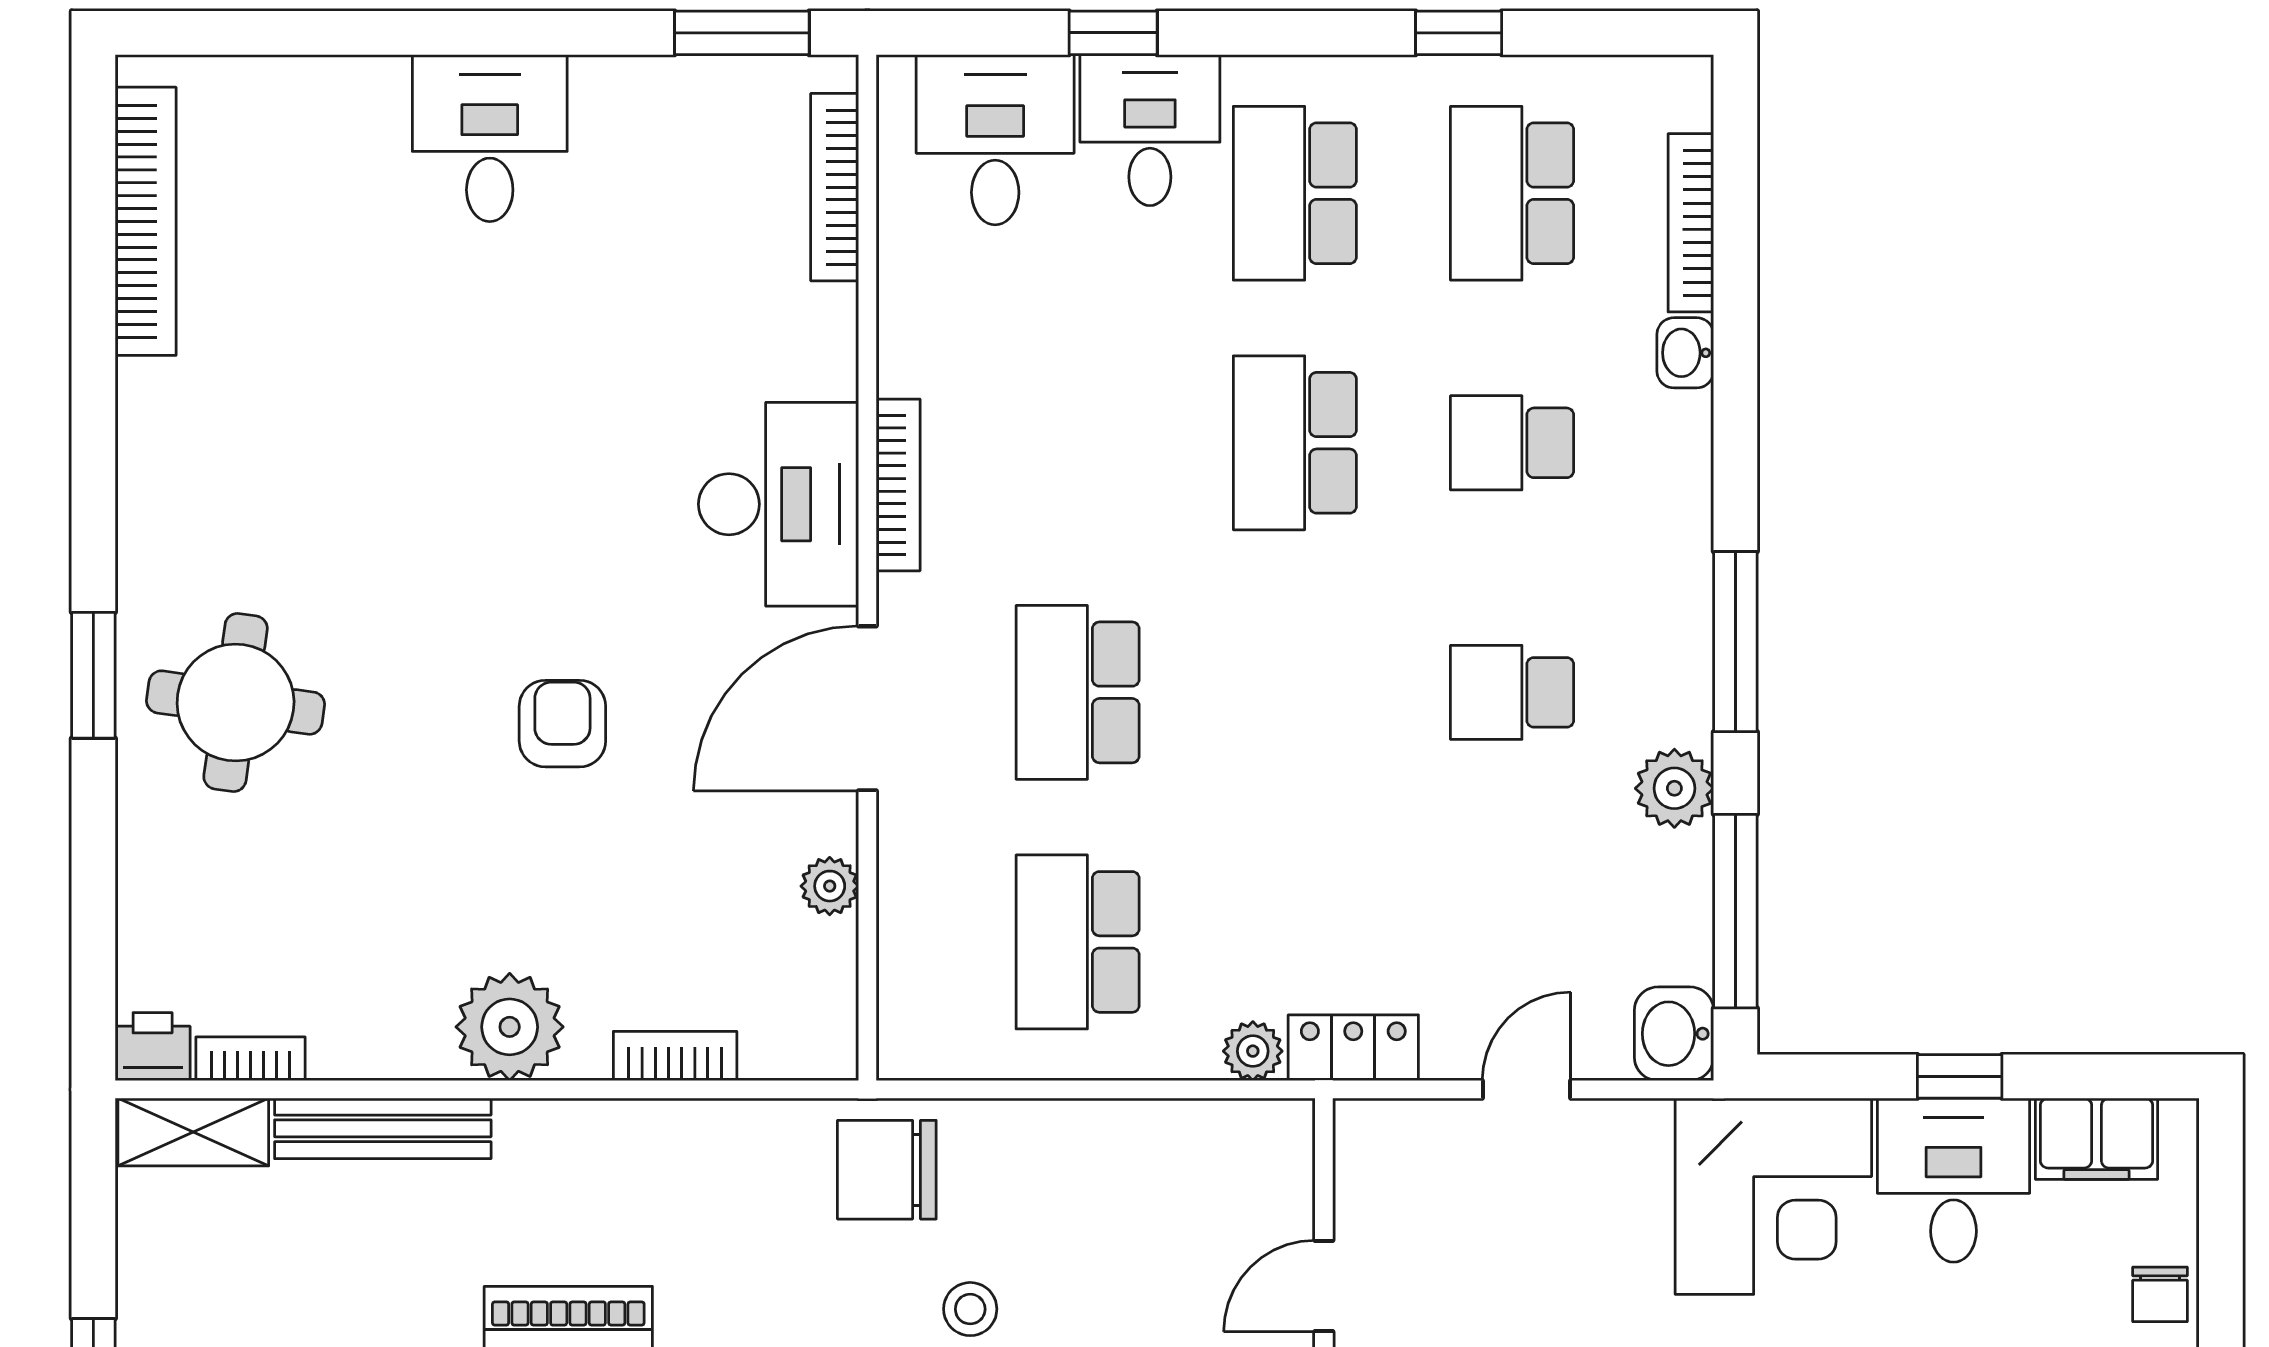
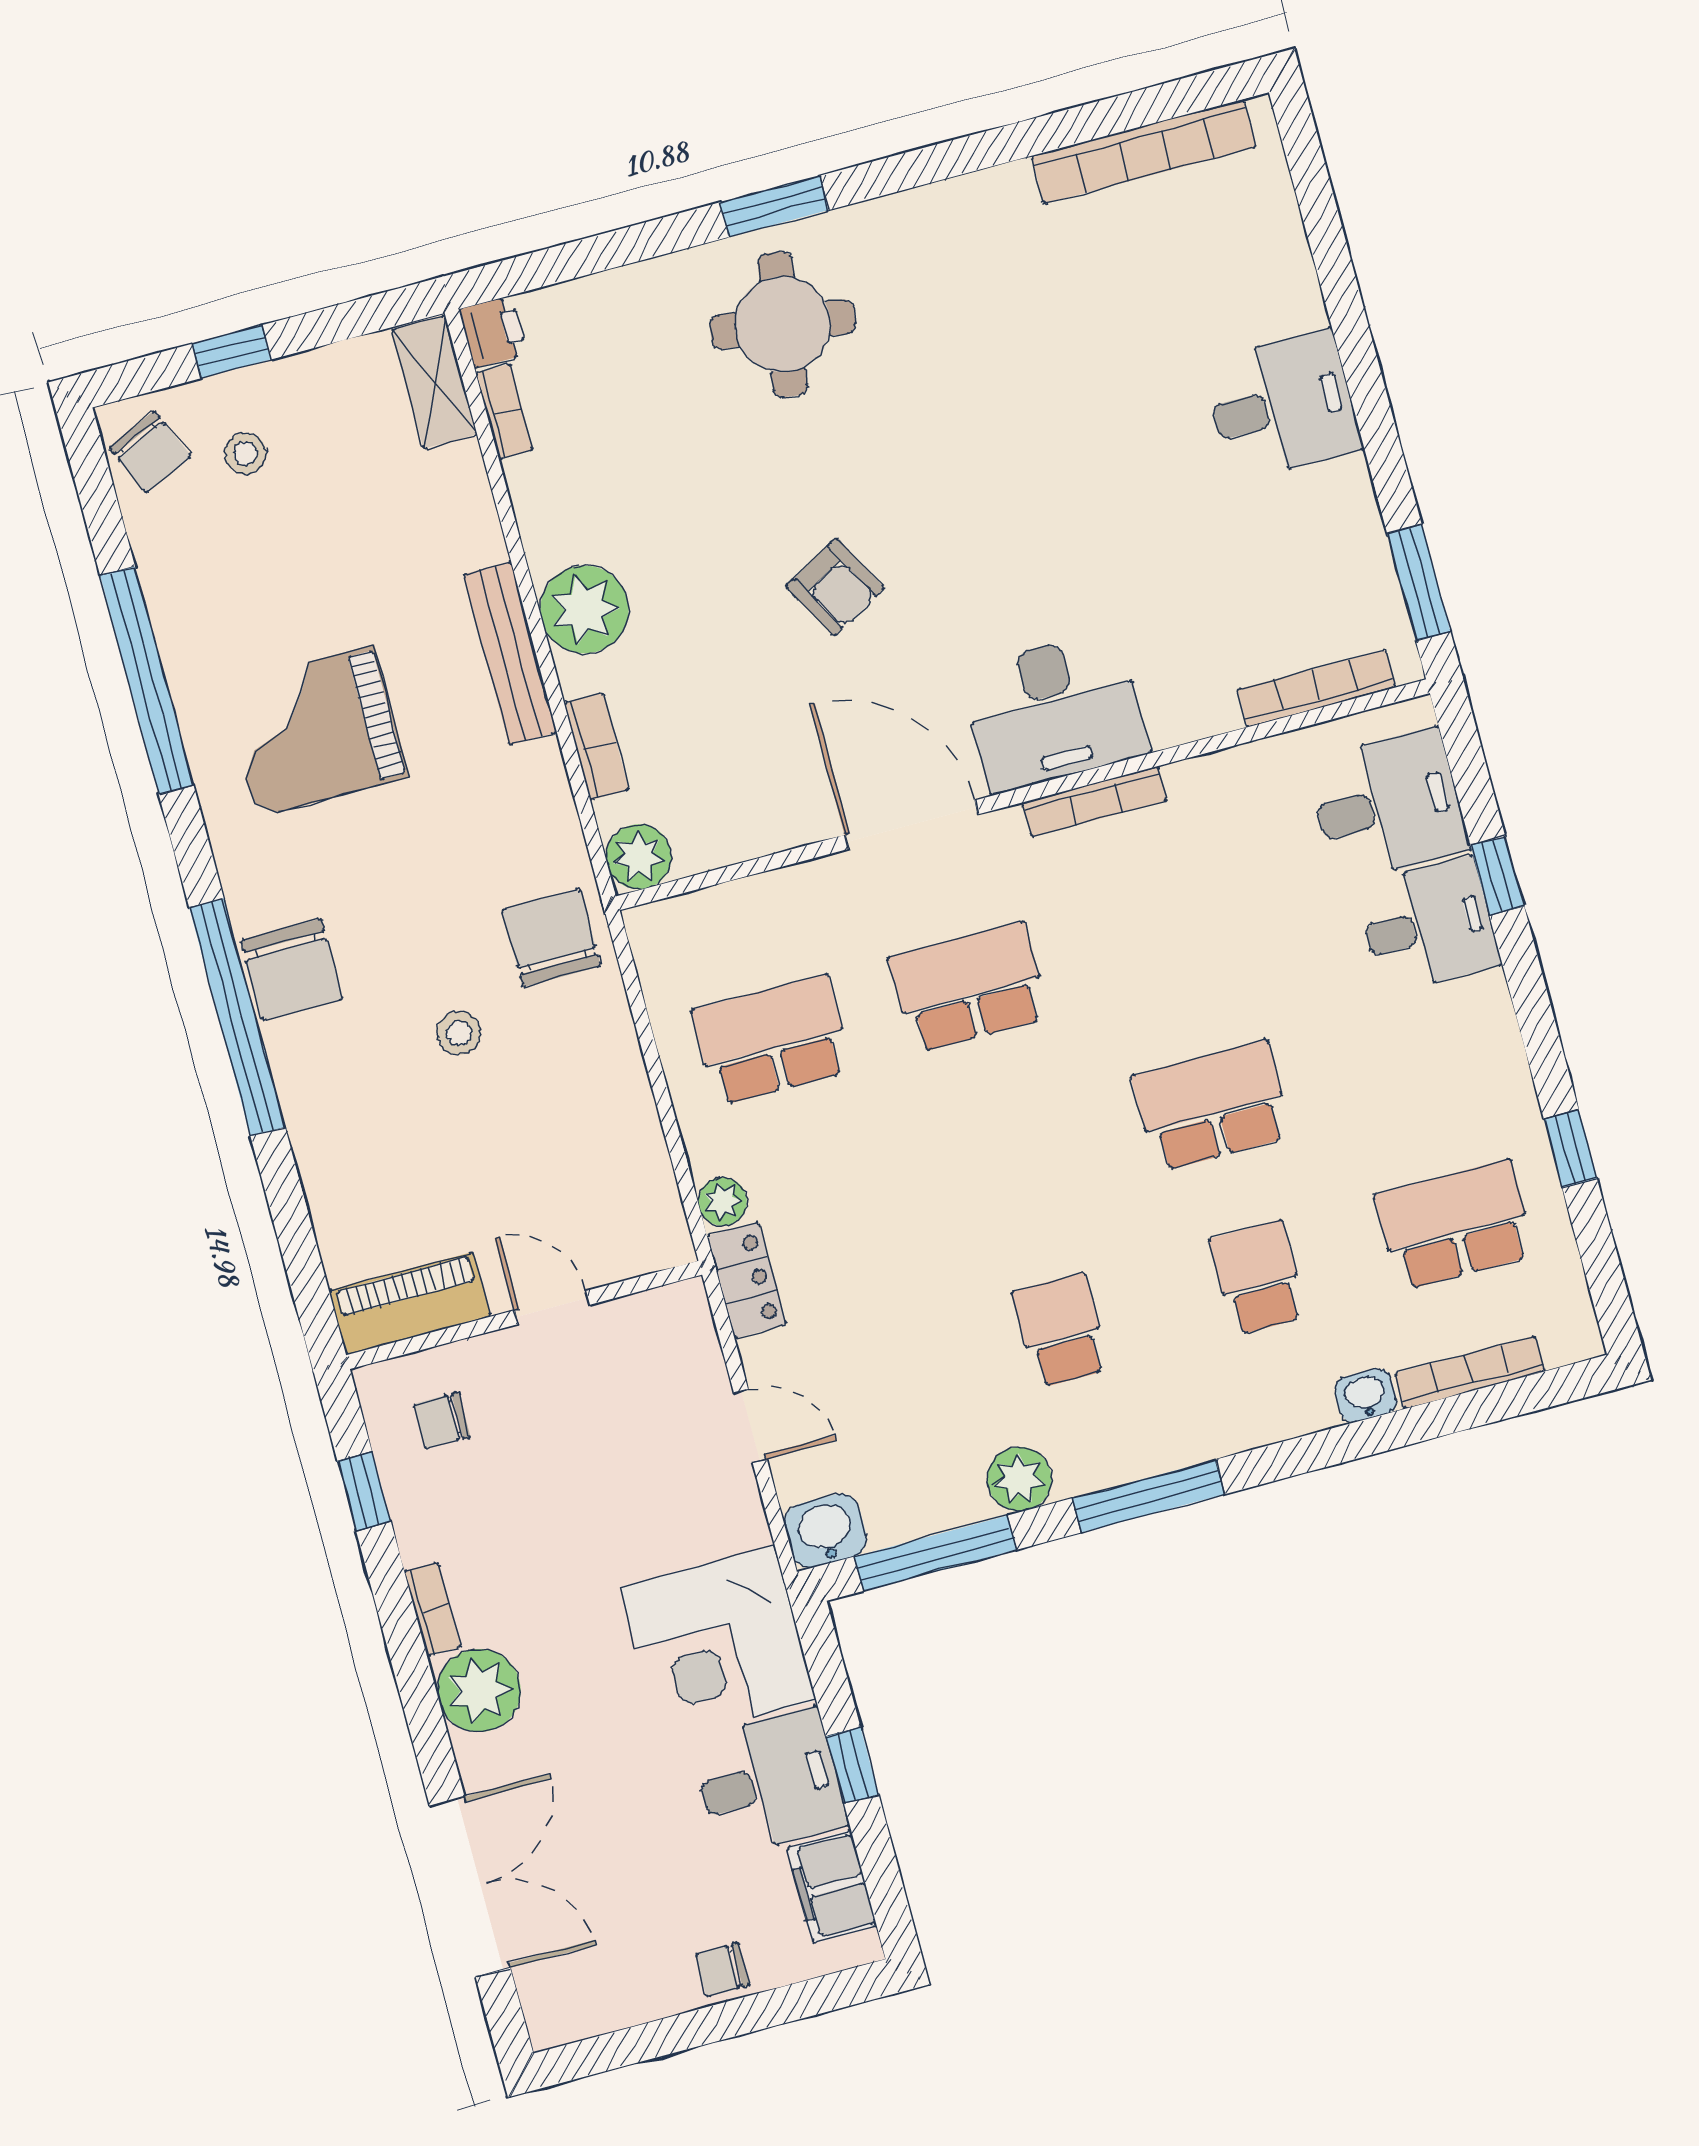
school desk: (1295, 193) -> (1409, 1053), removed
armchair: (562, 724) -> (835, 587), turned 61
plant: (830, 886) -> (639, 857), moved, width x1.38, depth x1.38
bench: (383, 1128) -> (510, 653), moved

